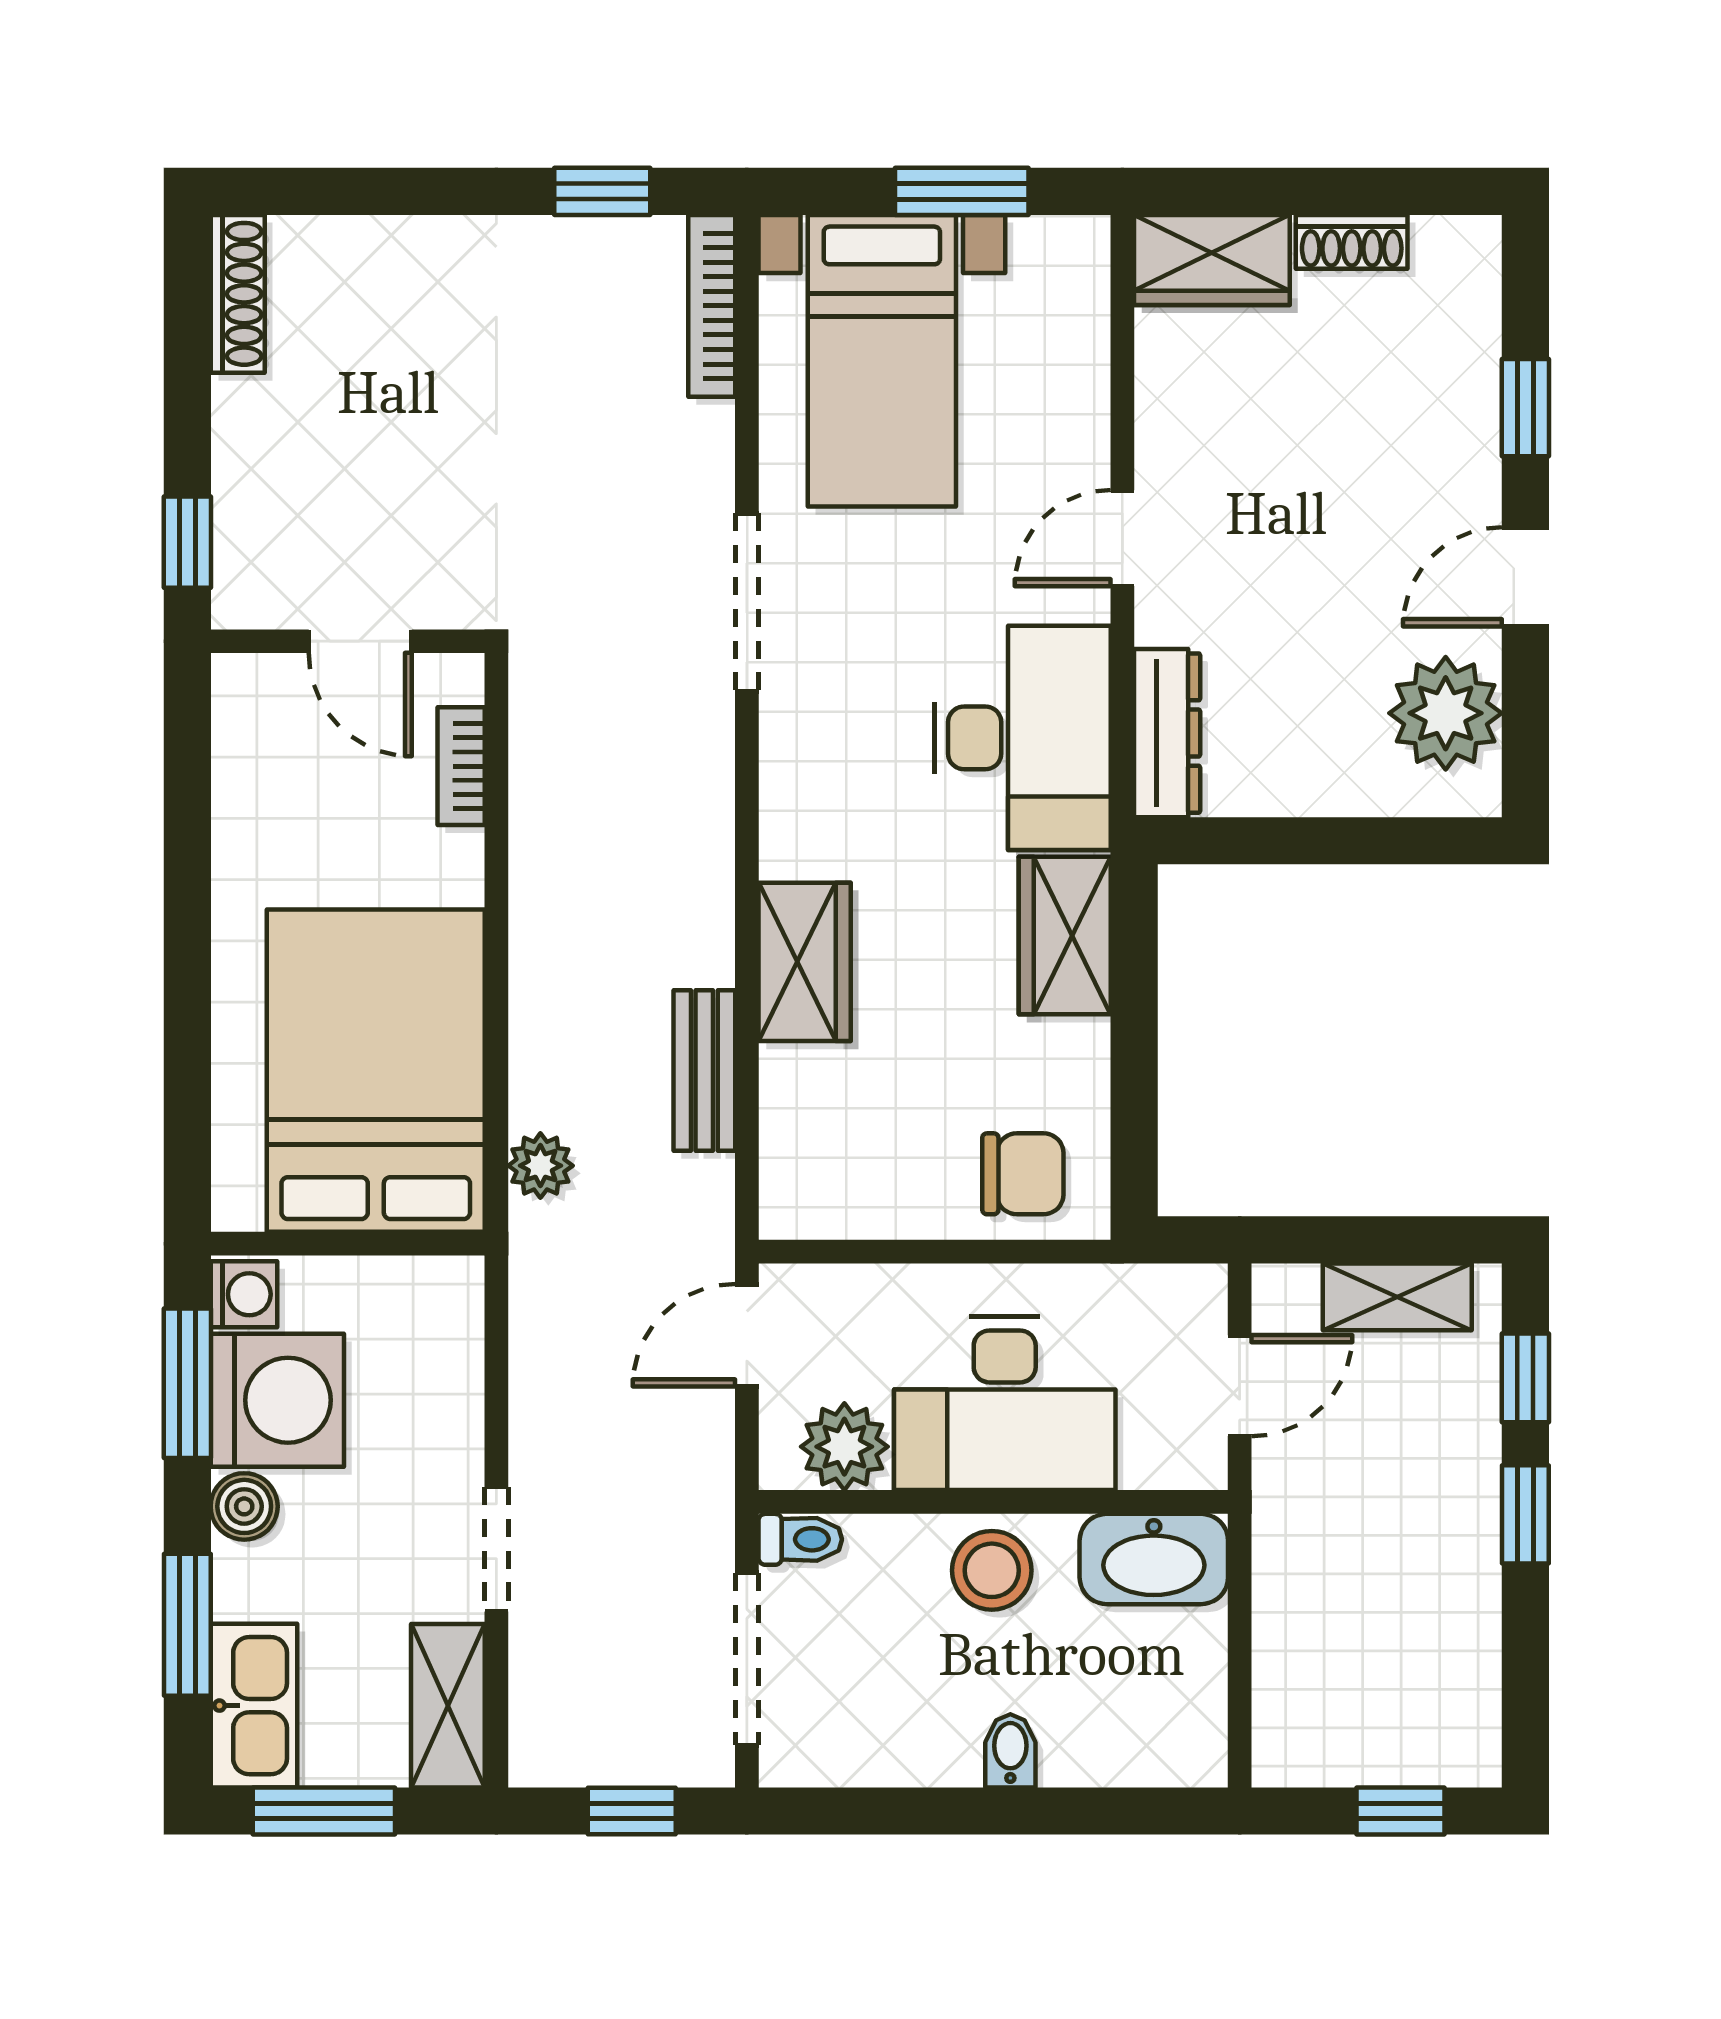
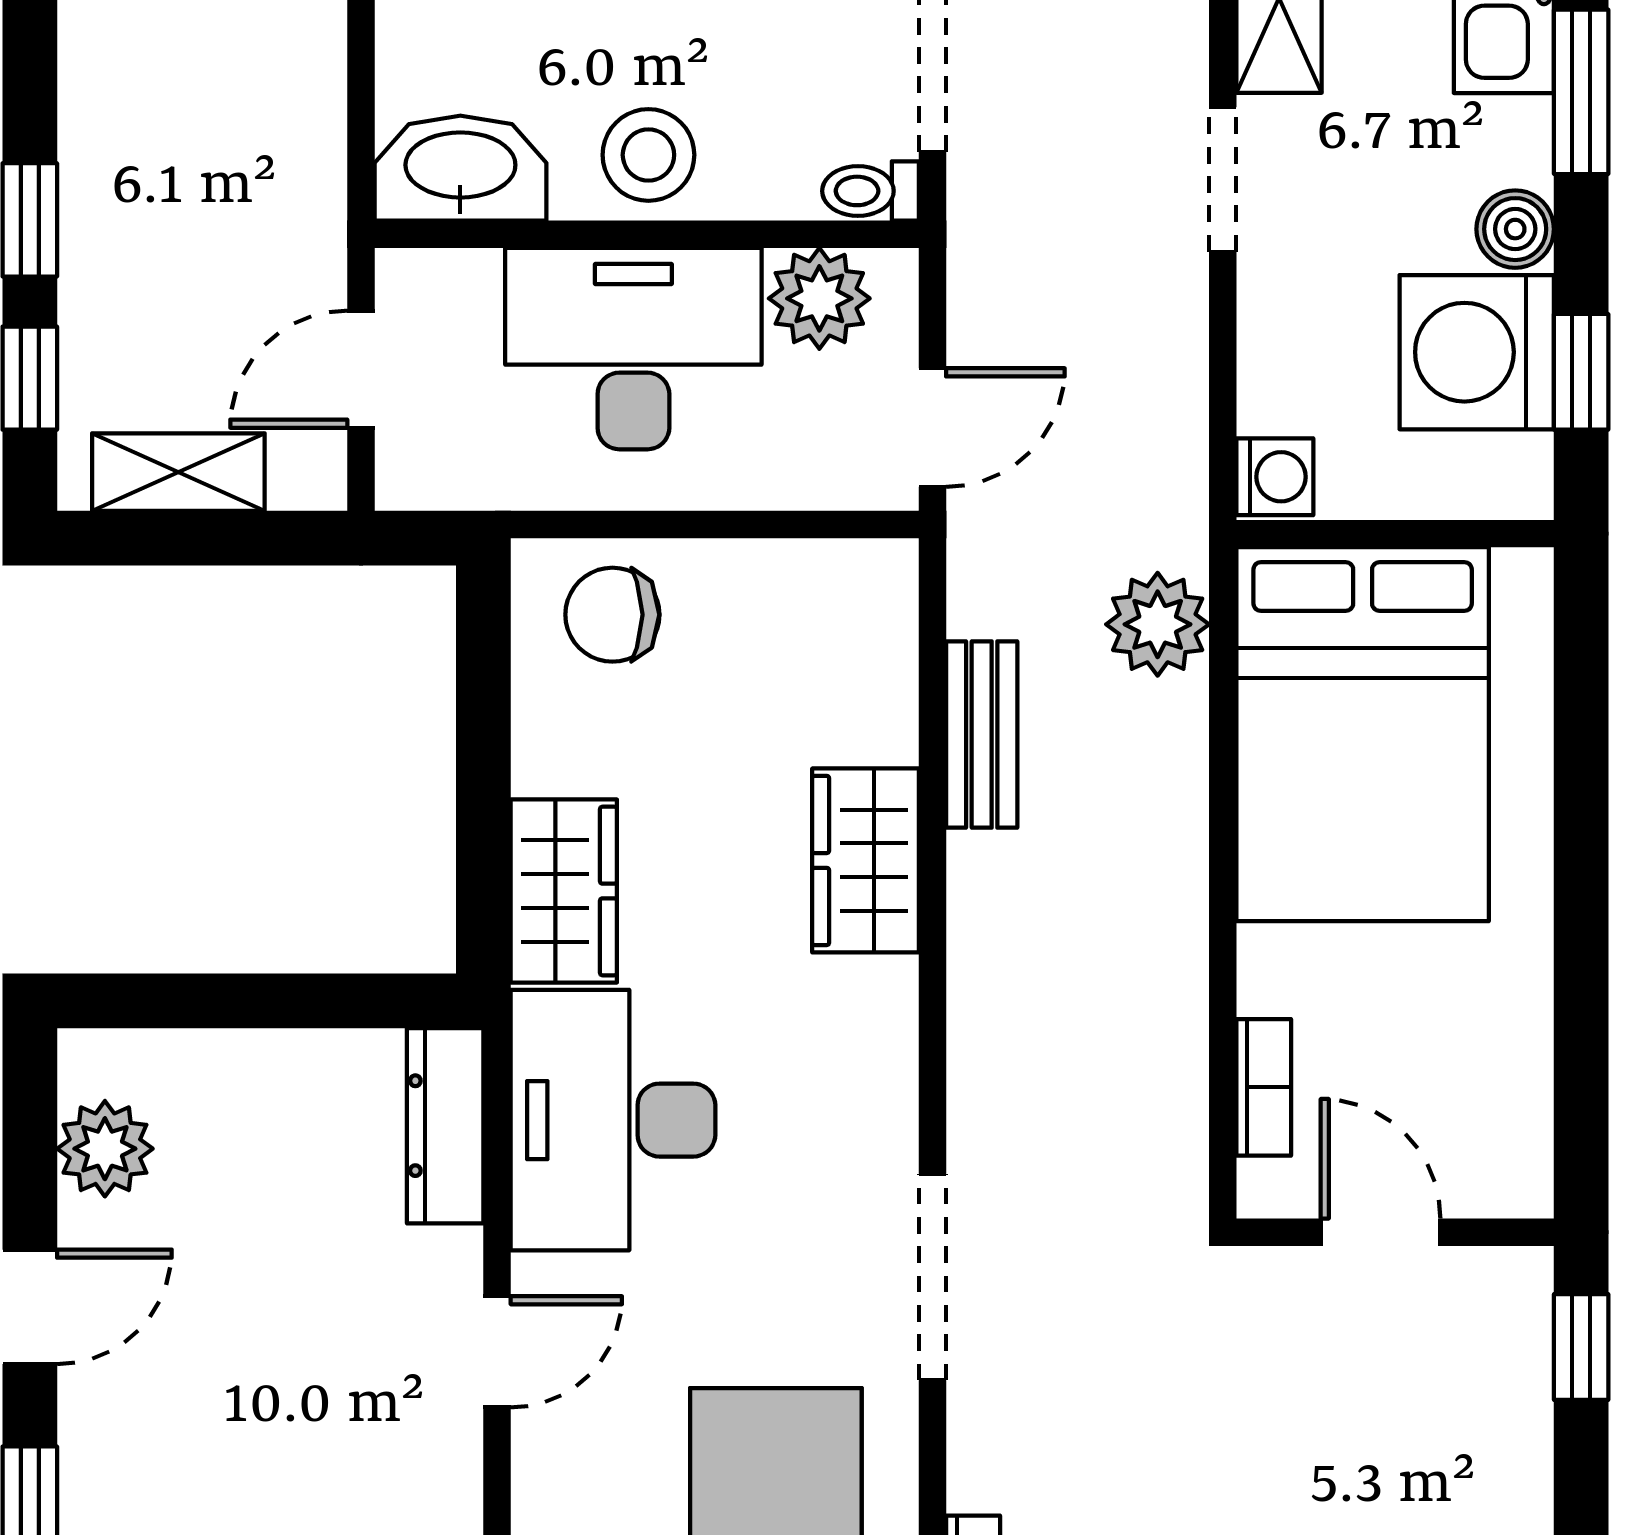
plant: (1446, 713) -> (105, 1149), width x0.73, depth x0.73
plant: (540, 1166) -> (1158, 624), width x1.38, depth x1.38
washing machine: (244, 1294) -> (1275, 477), moved, turned 180
window: (187, 1383) -> (1581, 372), width x0.67

